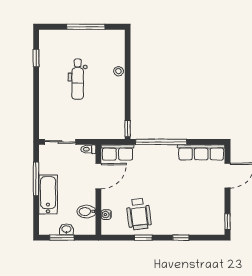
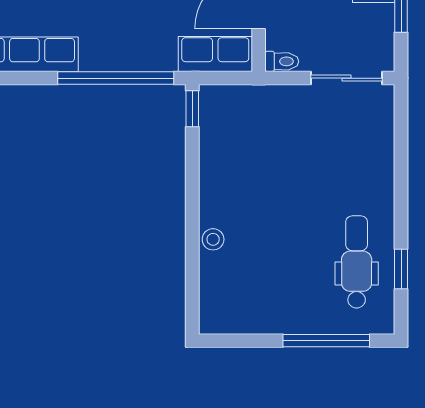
window: (86, 27) -> (326, 341), moved
dental chair: (78, 79) -> (357, 262), moved

